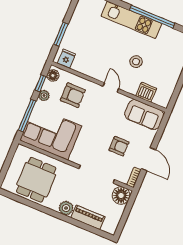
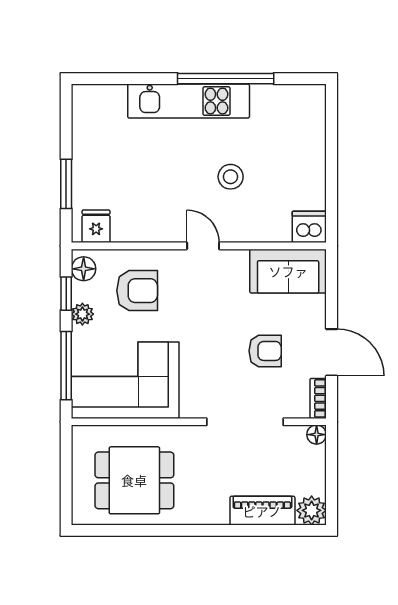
dishwasher: (146, 92) -> (309, 227), moved
dining table: (36, 180) -> (134, 480), turned 90
floor lamp: (121, 195) -> (317, 435), width x0.53, depth x0.53
plant: (66, 208) -> (312, 510), moved

